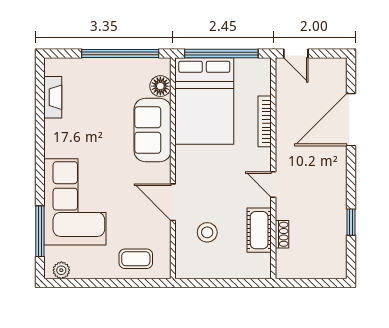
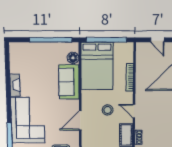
door: (296, 54) -> (157, 40), moved
fireplace: (53, 97) -> (15, 85), moved
door: (173, 202) -> (80, 120), hinge flipped
stool: (207, 232) -> (108, 110), moved

